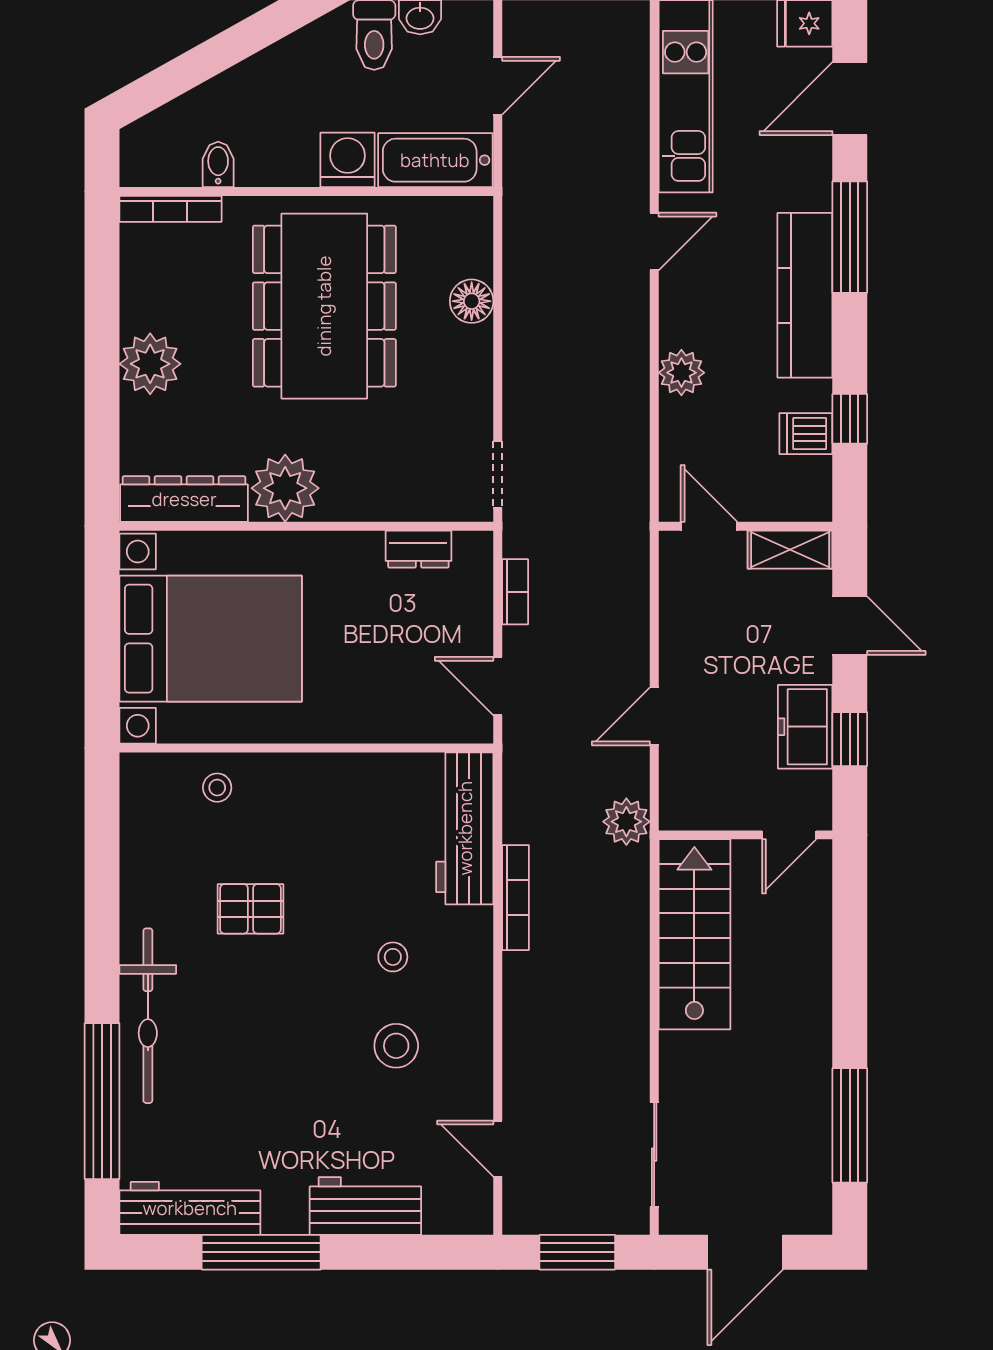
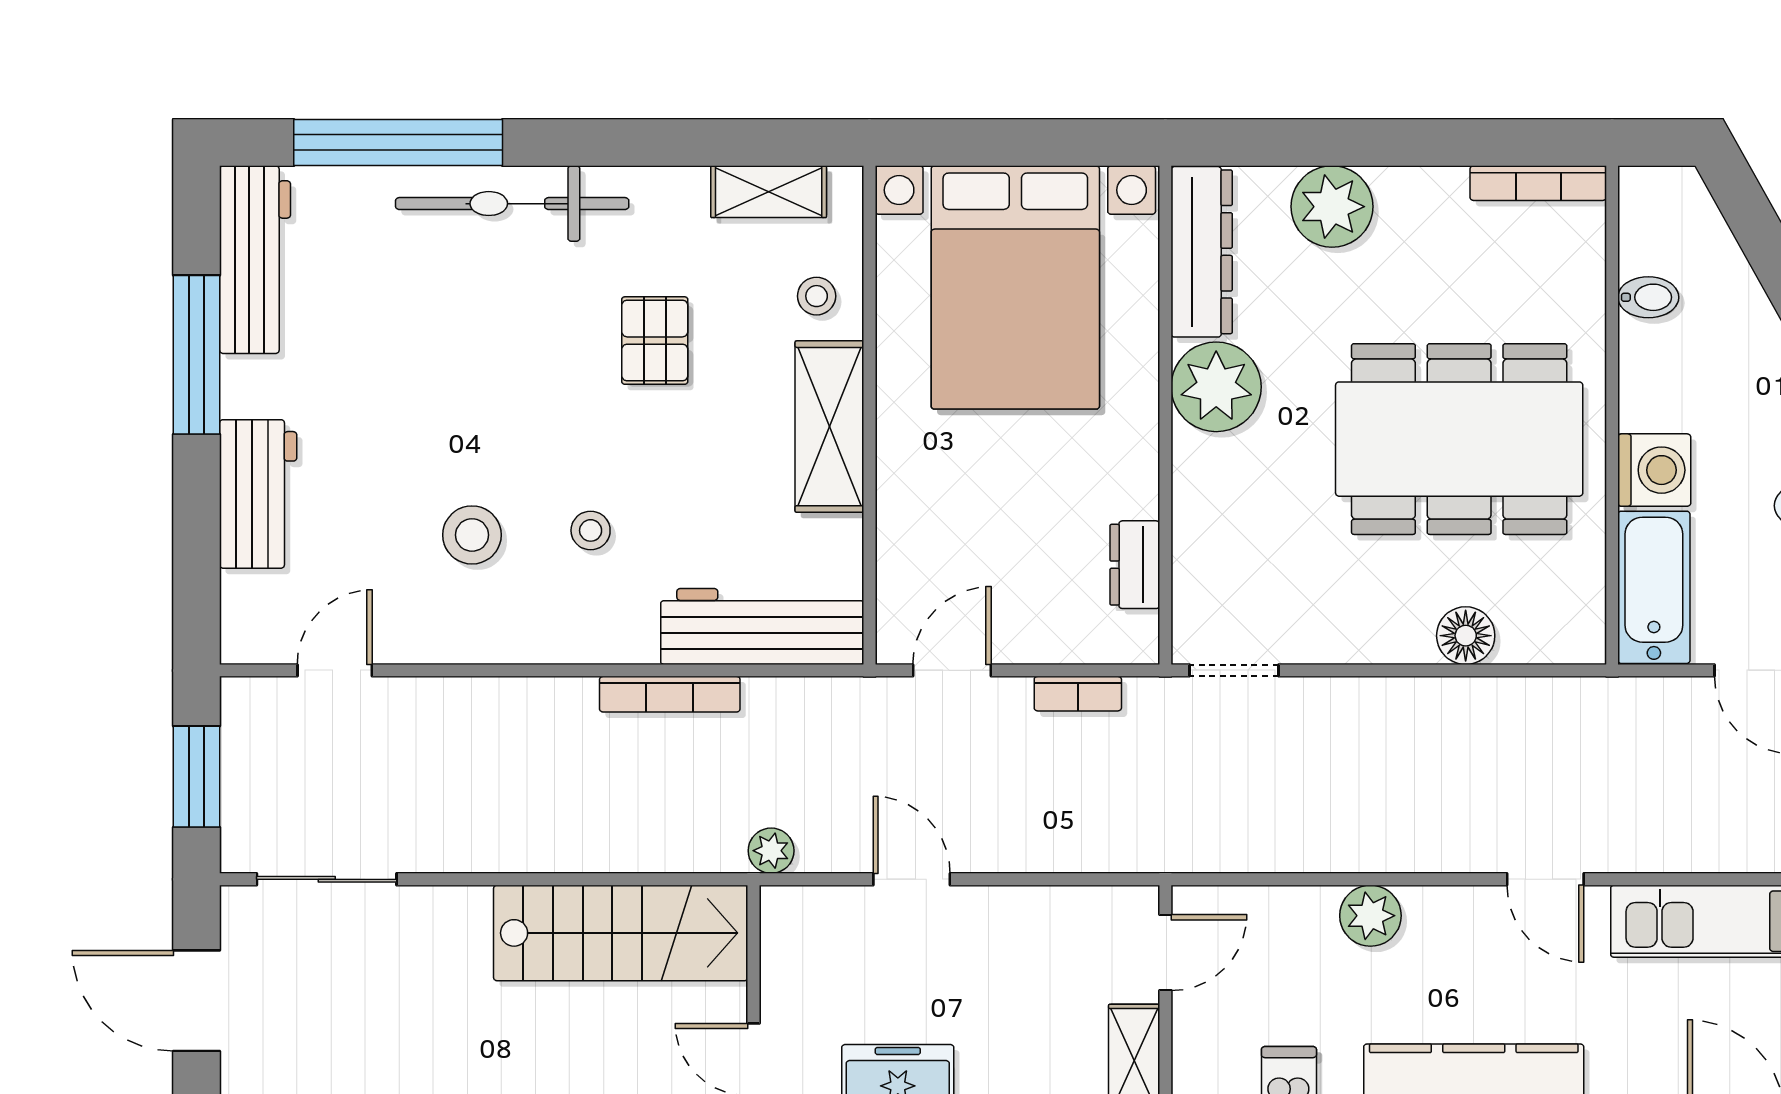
bookcase: (170, 209) -> (1538, 183), moved, turned -90
plant: (150, 364) -> (1332, 207), moved
shelving: (315, 778) -> (829, 427), added
plant: (626, 822) -> (771, 851), width x0.73, depth x0.73
shelving: (139, 824) -> (769, 192), added

